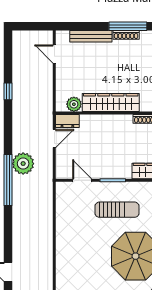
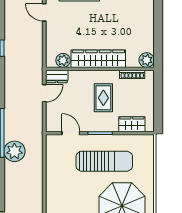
rug: (116, 143) -> (103, 98), added
plant: (23, 164) -> (14, 151), moved
sun lounger: (117, 210) -> (104, 161), width x1.36, depth x1.34

